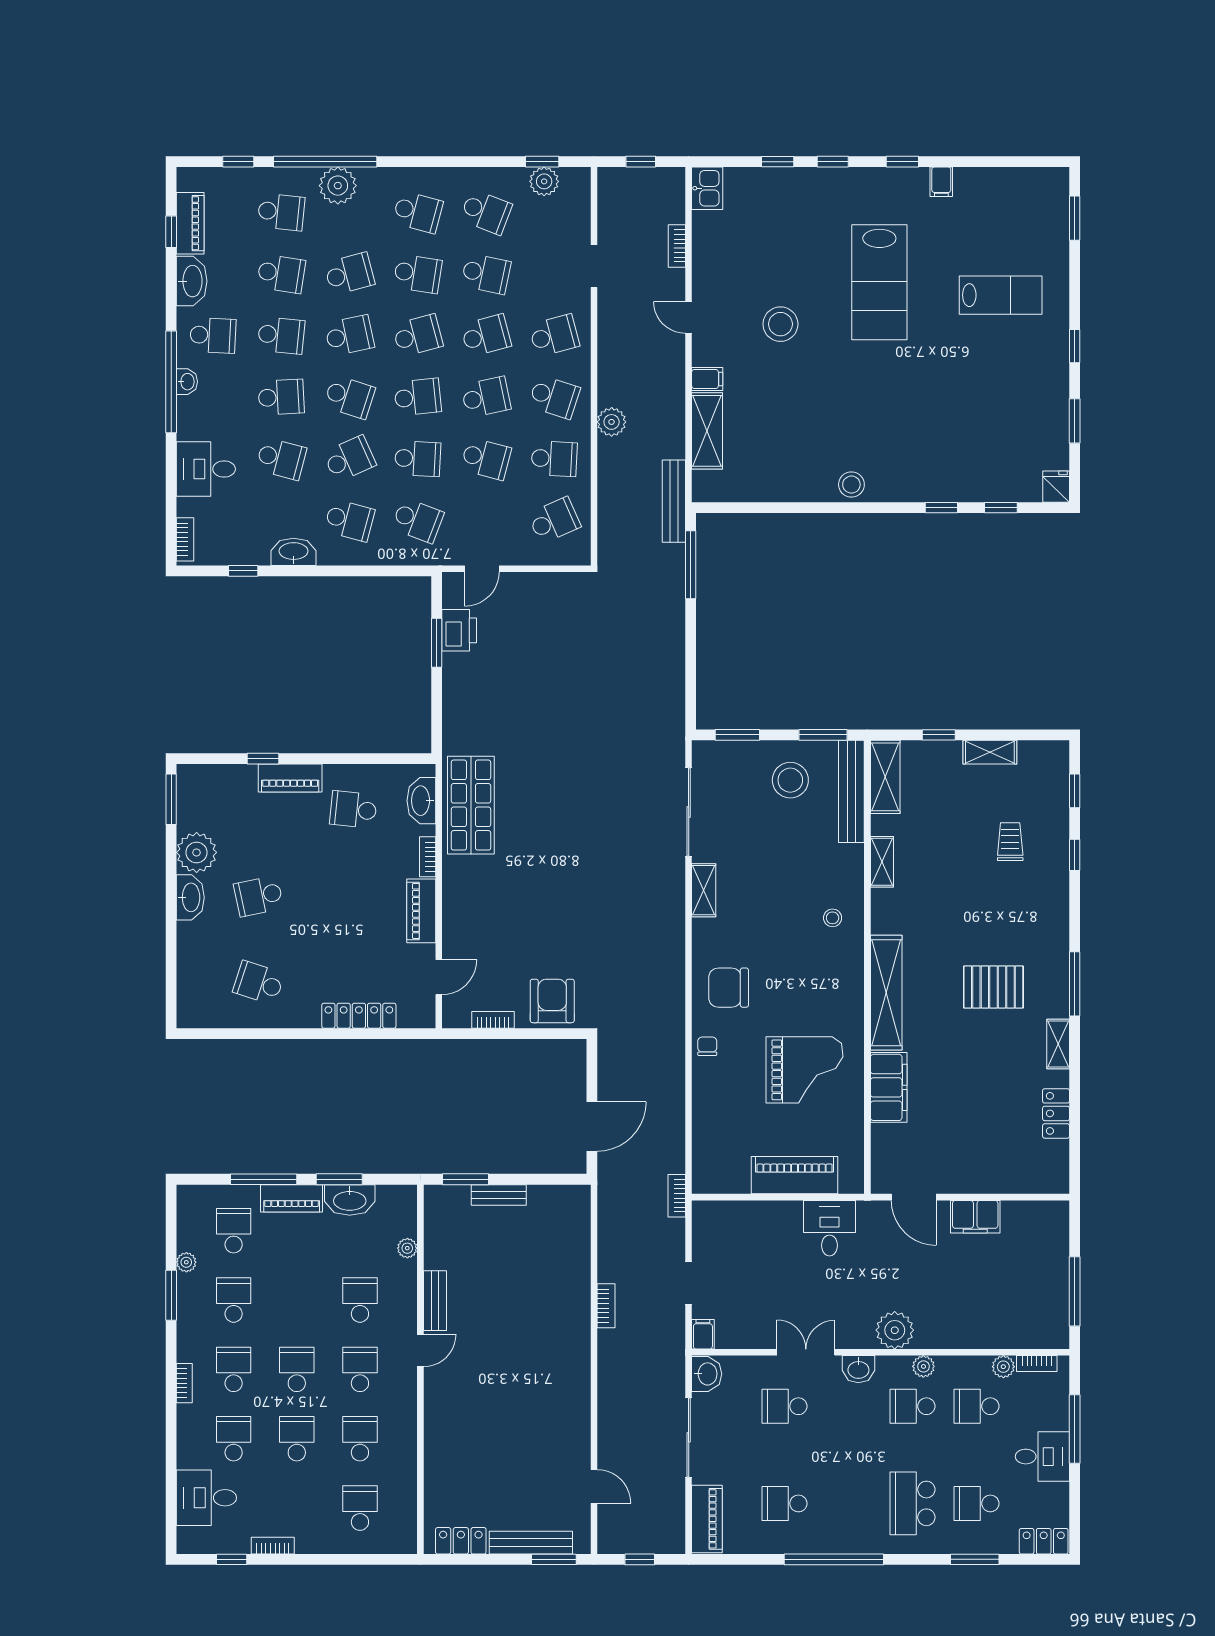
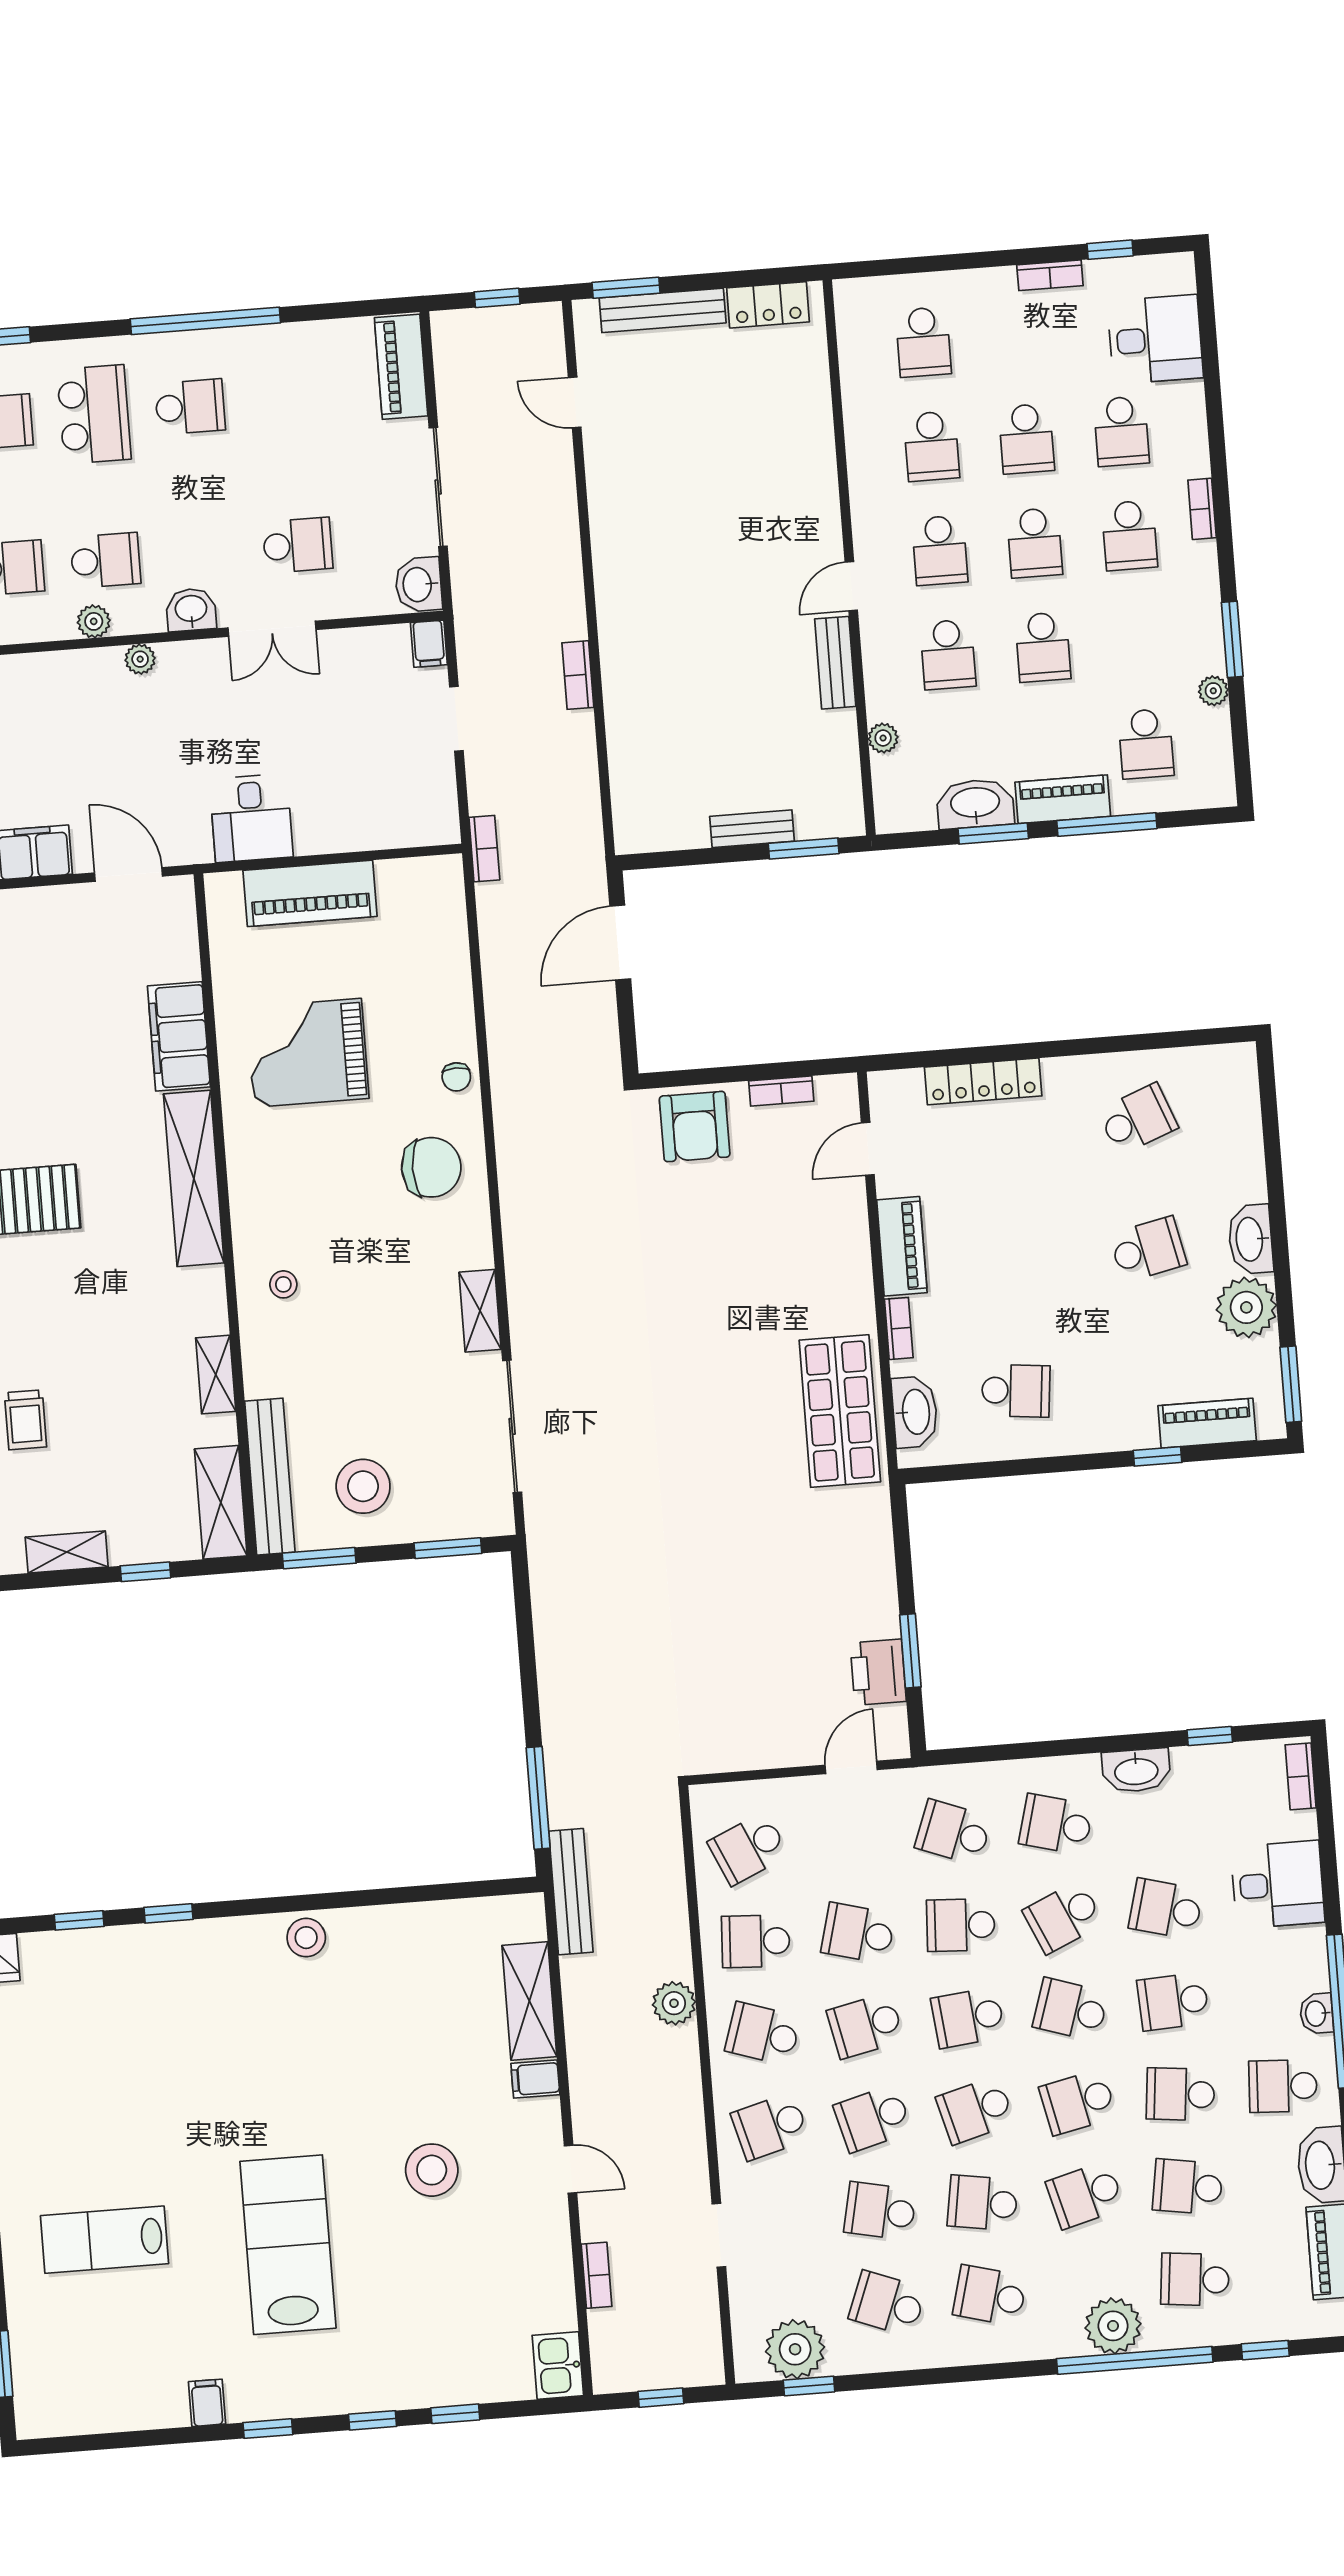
plant: (544, 181) -> (795, 2349), width x1.36, depth x1.36
piano: (290, 778) -> (1207, 1423), moved
school desk: (259, 983) -> (1138, 1119), turned -39
school desk: (234, 1300) -> (1043, 647), moved
plant: (895, 1330) -> (140, 659), width x0.53, depth x0.53
school desk: (785, 1503) -> (190, 407), moved

